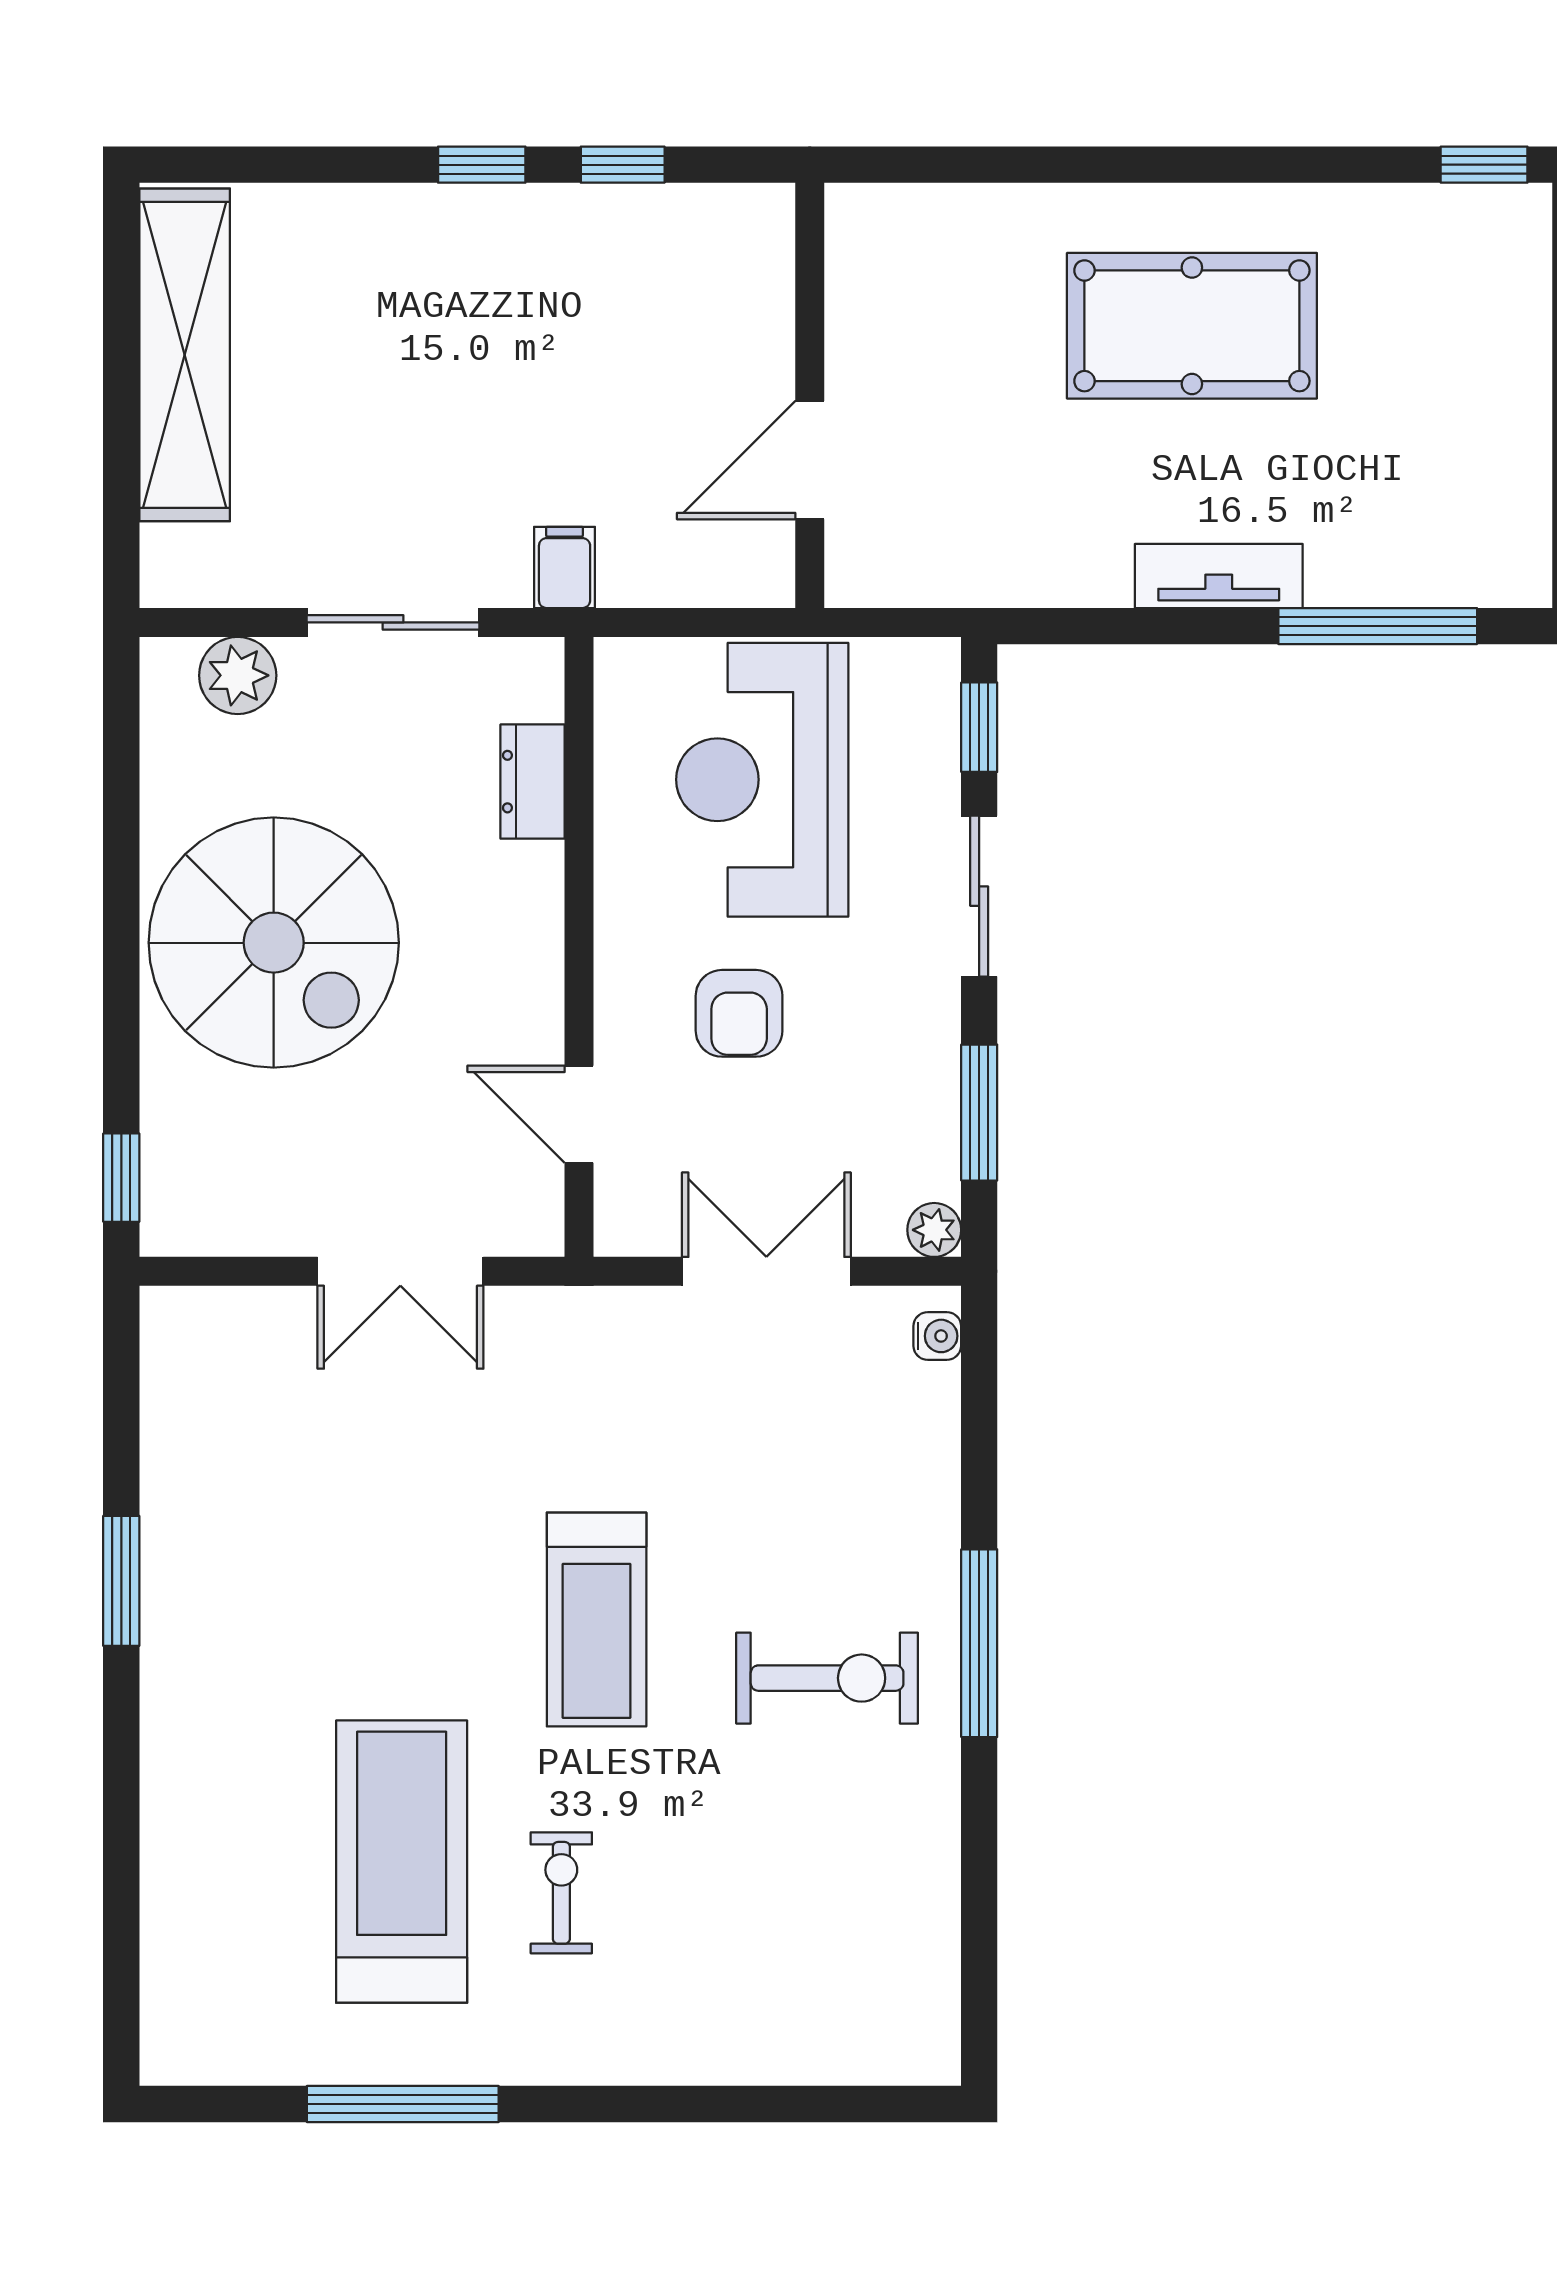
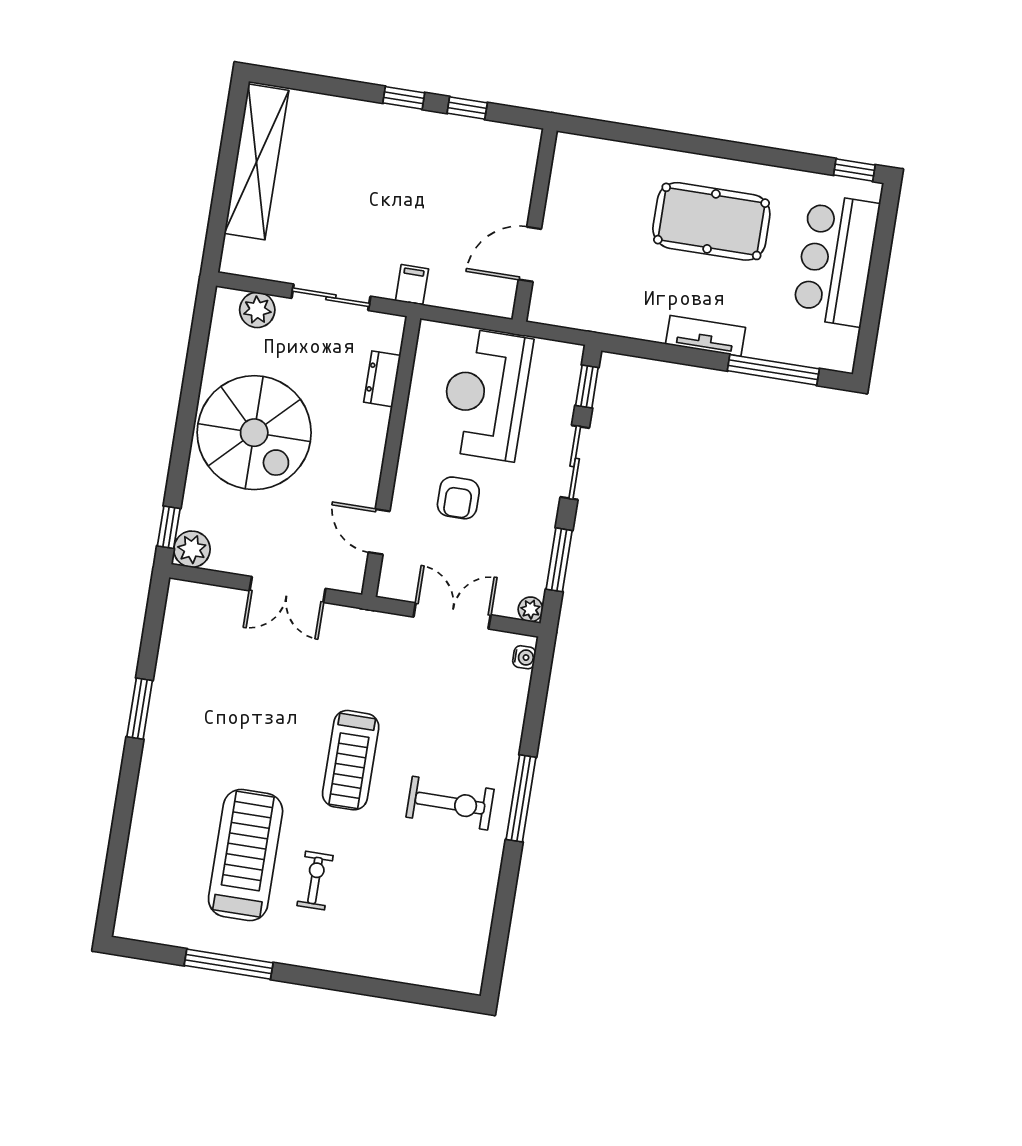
bar counter: (1476, 366) -> (836, 260), added
plant: (179, 1217) -> (192, 549), added

